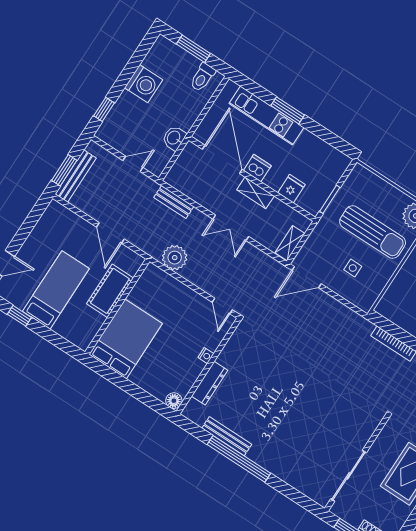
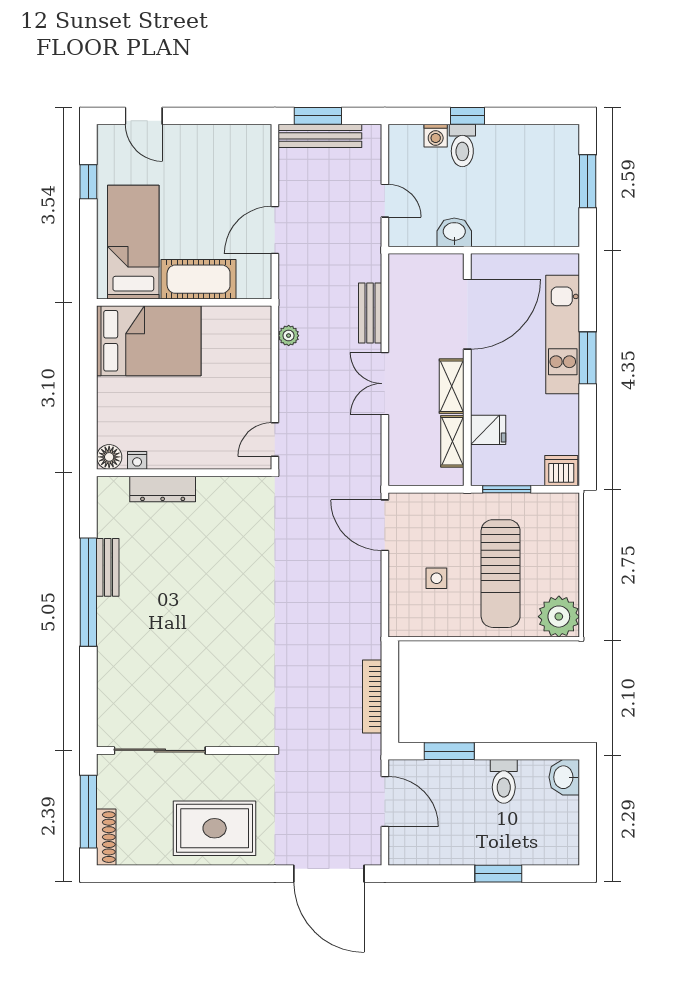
toilet: (202, 77) -> (462, 145), moved, turned -90
washing machine: (144, 84) -> (436, 136), moved, width x0.53, depth x0.53
window: (104, 109) -> (468, 116), moved
dishwasher: (257, 168) -> (561, 471), moved, turned -90
bench: (174, 202) -> (370, 313), moved
shelving: (290, 243) -> (452, 441), moved, turned 90
plant: (175, 258) -> (289, 336), width x0.53, depth x0.53
bed: (56, 290) -> (133, 242), moved, turned -90
nightstand: (206, 356) -> (137, 460), moved
bench: (227, 436) -> (108, 567), width x0.73

